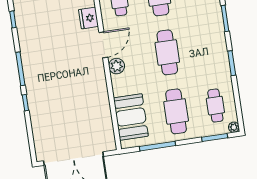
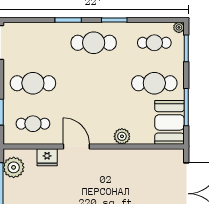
cafe table: (167, 52) -> (94, 43), moved
plant: (117, 66) -> (122, 136), moved
booth: (131, 117) -> (170, 122), moved, turned 90

